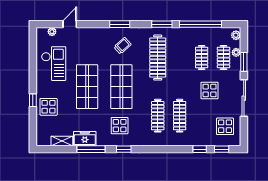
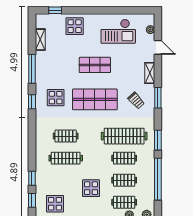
shelving: (95, 32) -> (150, 73), added
clothes rail: (180, 58) -> (124, 158), added
shop shelf: (87, 87) -> (95, 65), width x0.70, depth x0.74
window: (33, 100) -> (55, 10), moved
clothes rail: (158, 116) -> (66, 136), width x0.73
freezer: (85, 139) -> (43, 63), removed

